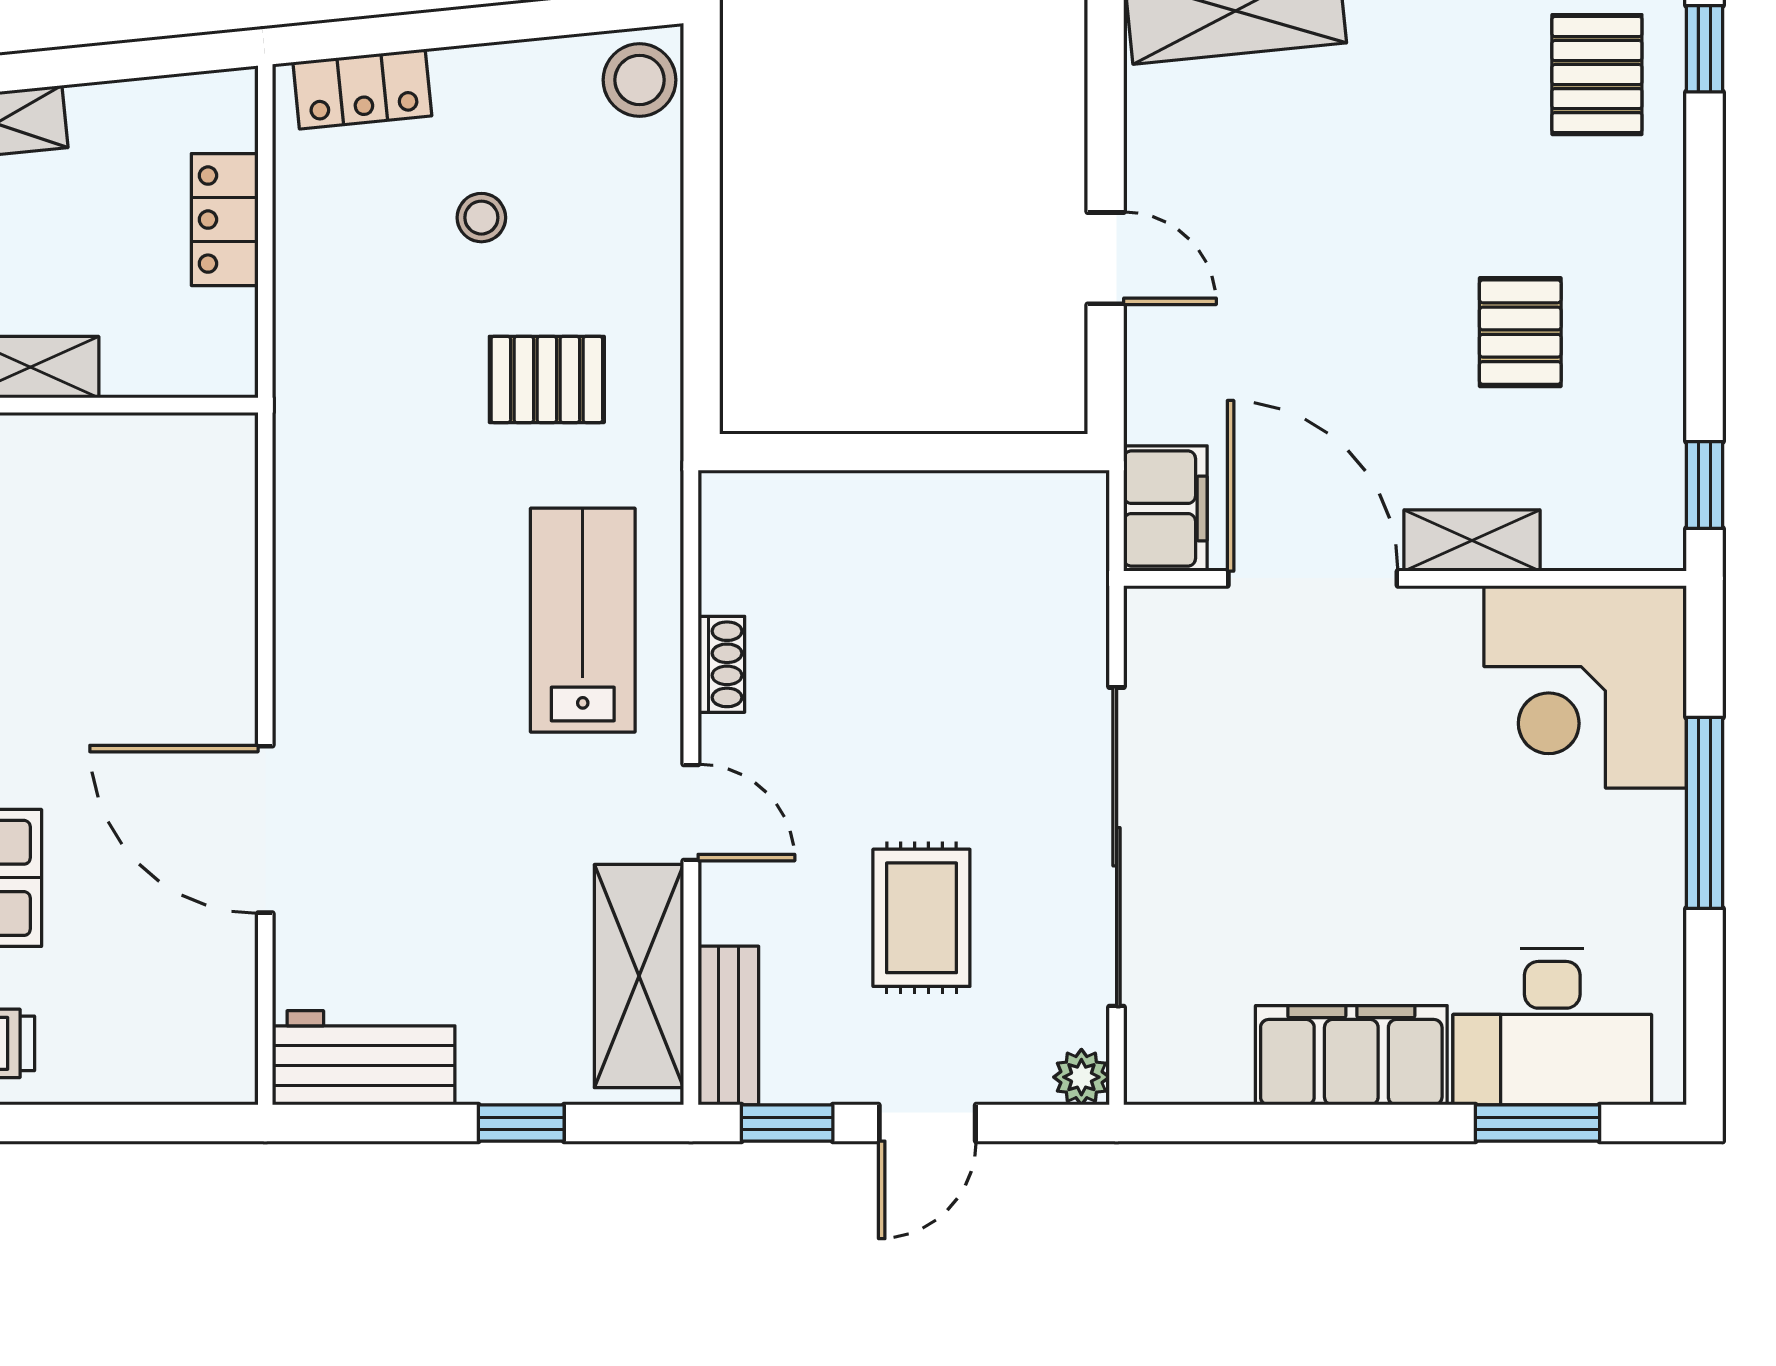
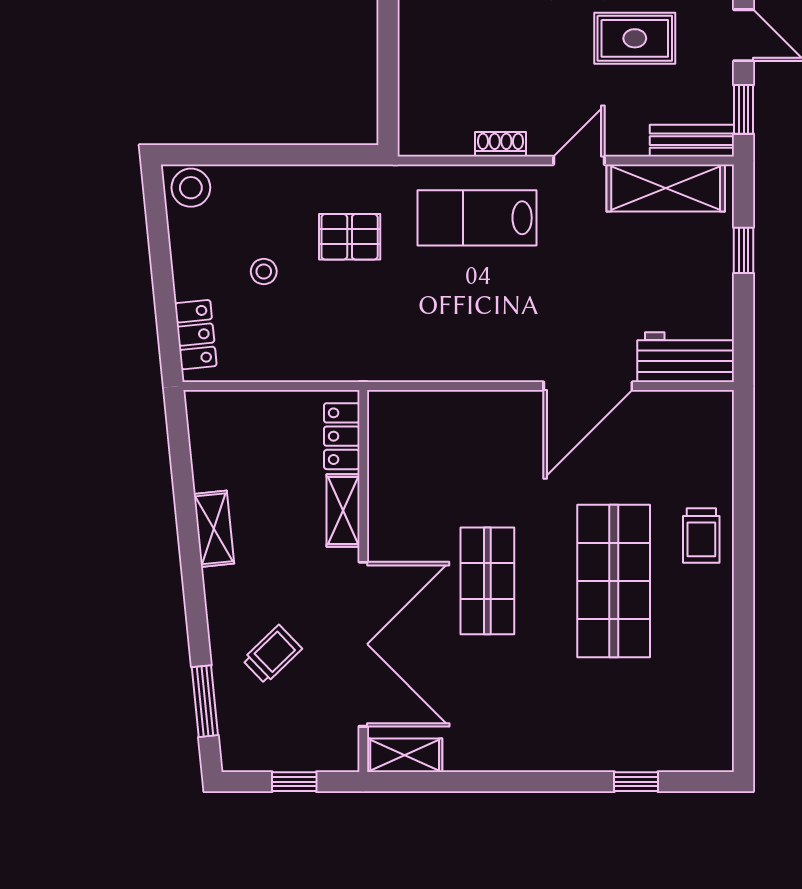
locker: (225, 220) -> (342, 436), moved, turned 90
pallet: (547, 379) -> (350, 237), turned 90
workbench: (364, 1058) -> (686, 357), moved, turned 90

